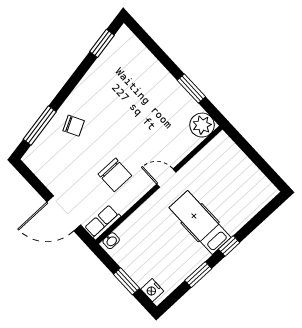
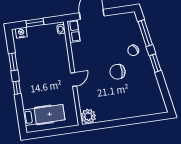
window: (102, 43) -> (155, 63), moved
window: (191, 89) -> (111, 124), removed
chair: (115, 175) -> (117, 72), moved
hospital bed: (200, 223) -> (44, 115), moved

